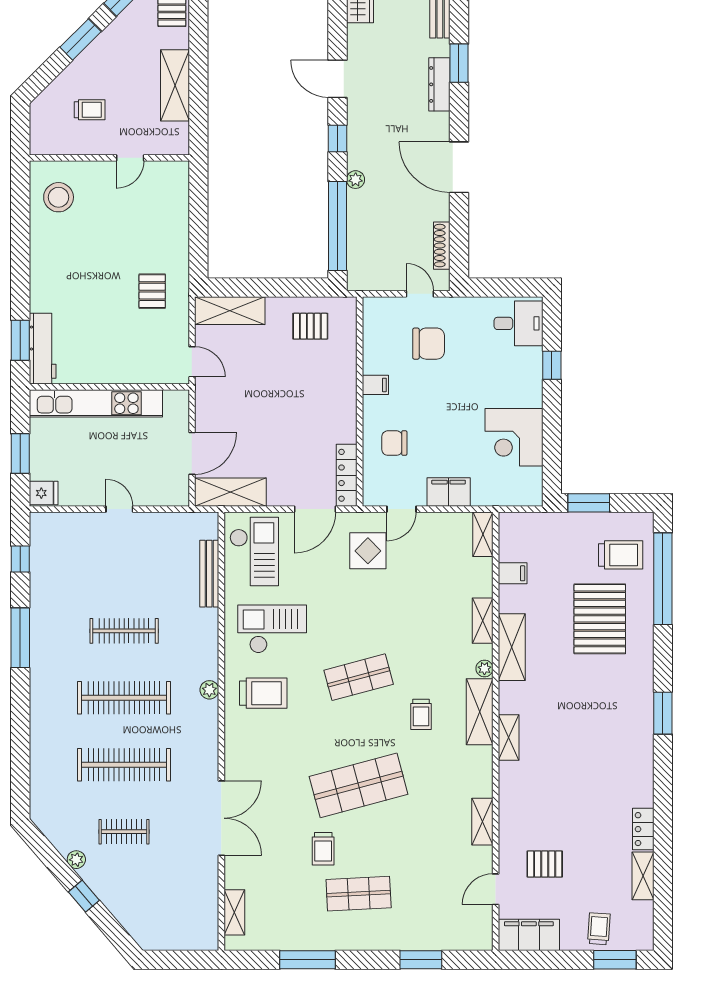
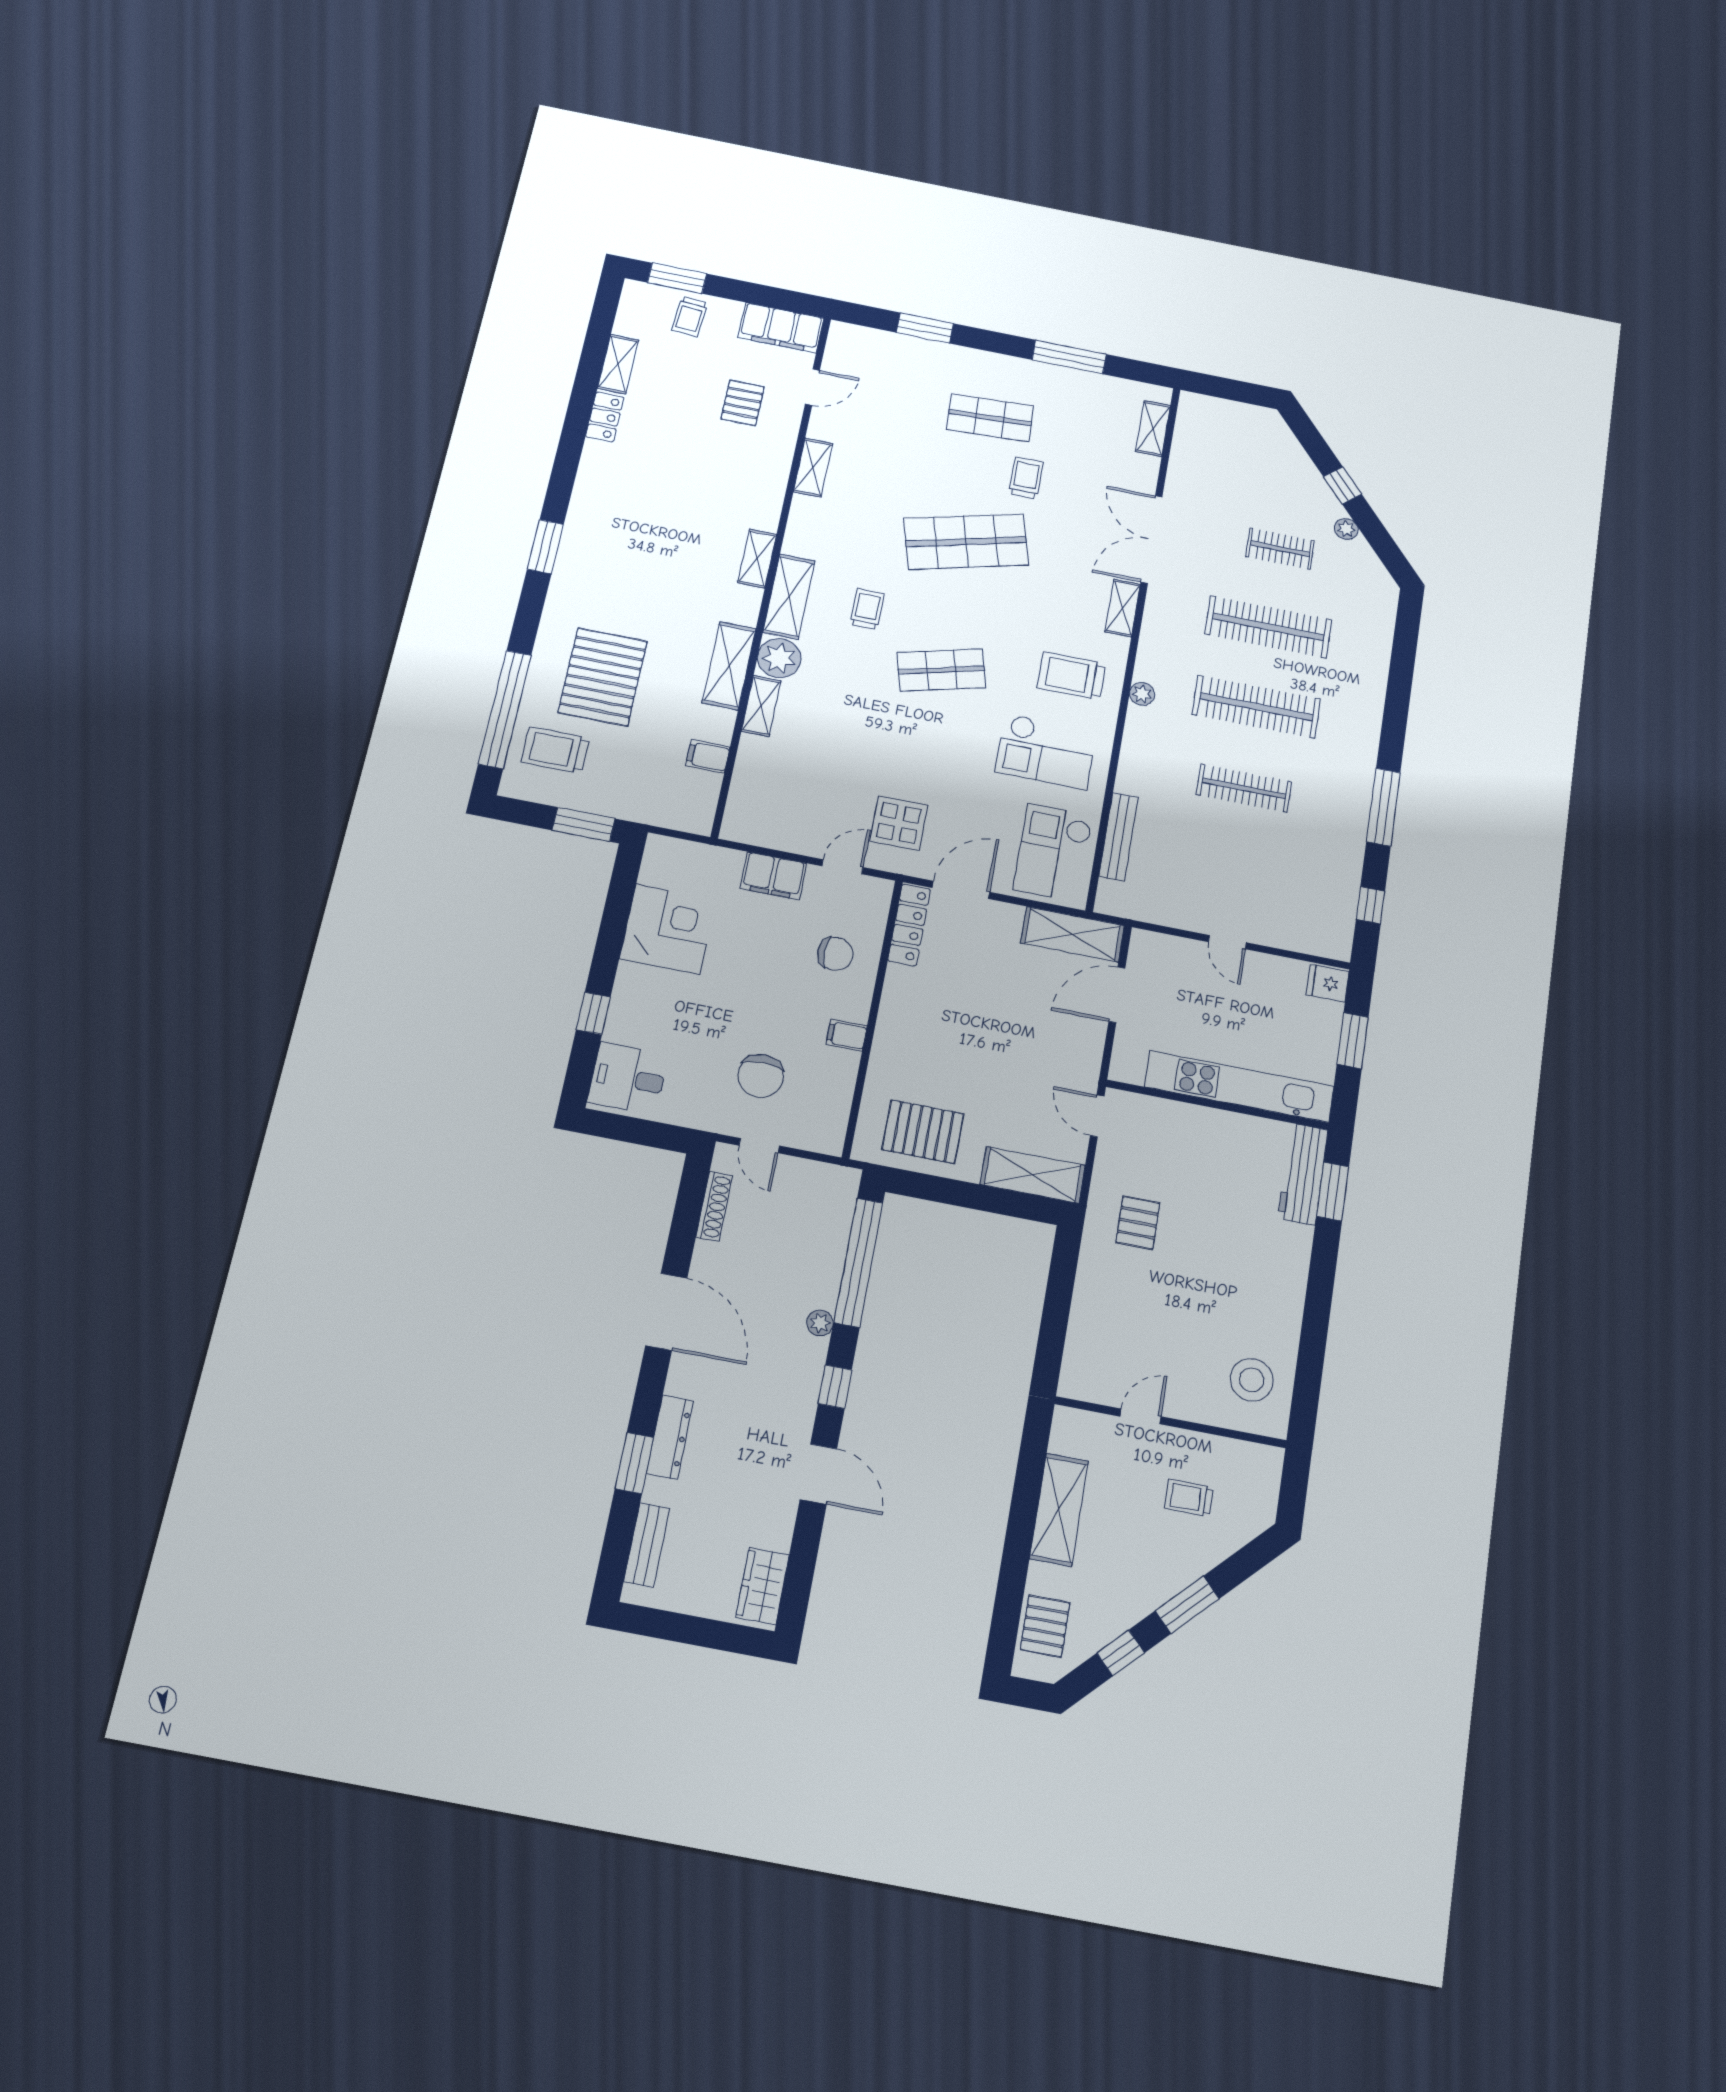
pallet: (310, 326) -> (923, 1132), width x1.50, depth x1.42
chair: (429, 344) -> (761, 1076), turned -90
shelving: (483, 534) -> (1123, 608), moved
plant: (484, 668) -> (779, 658), width x1.88, depth x1.88
pallet: (545, 864) -> (743, 403), turned 90

